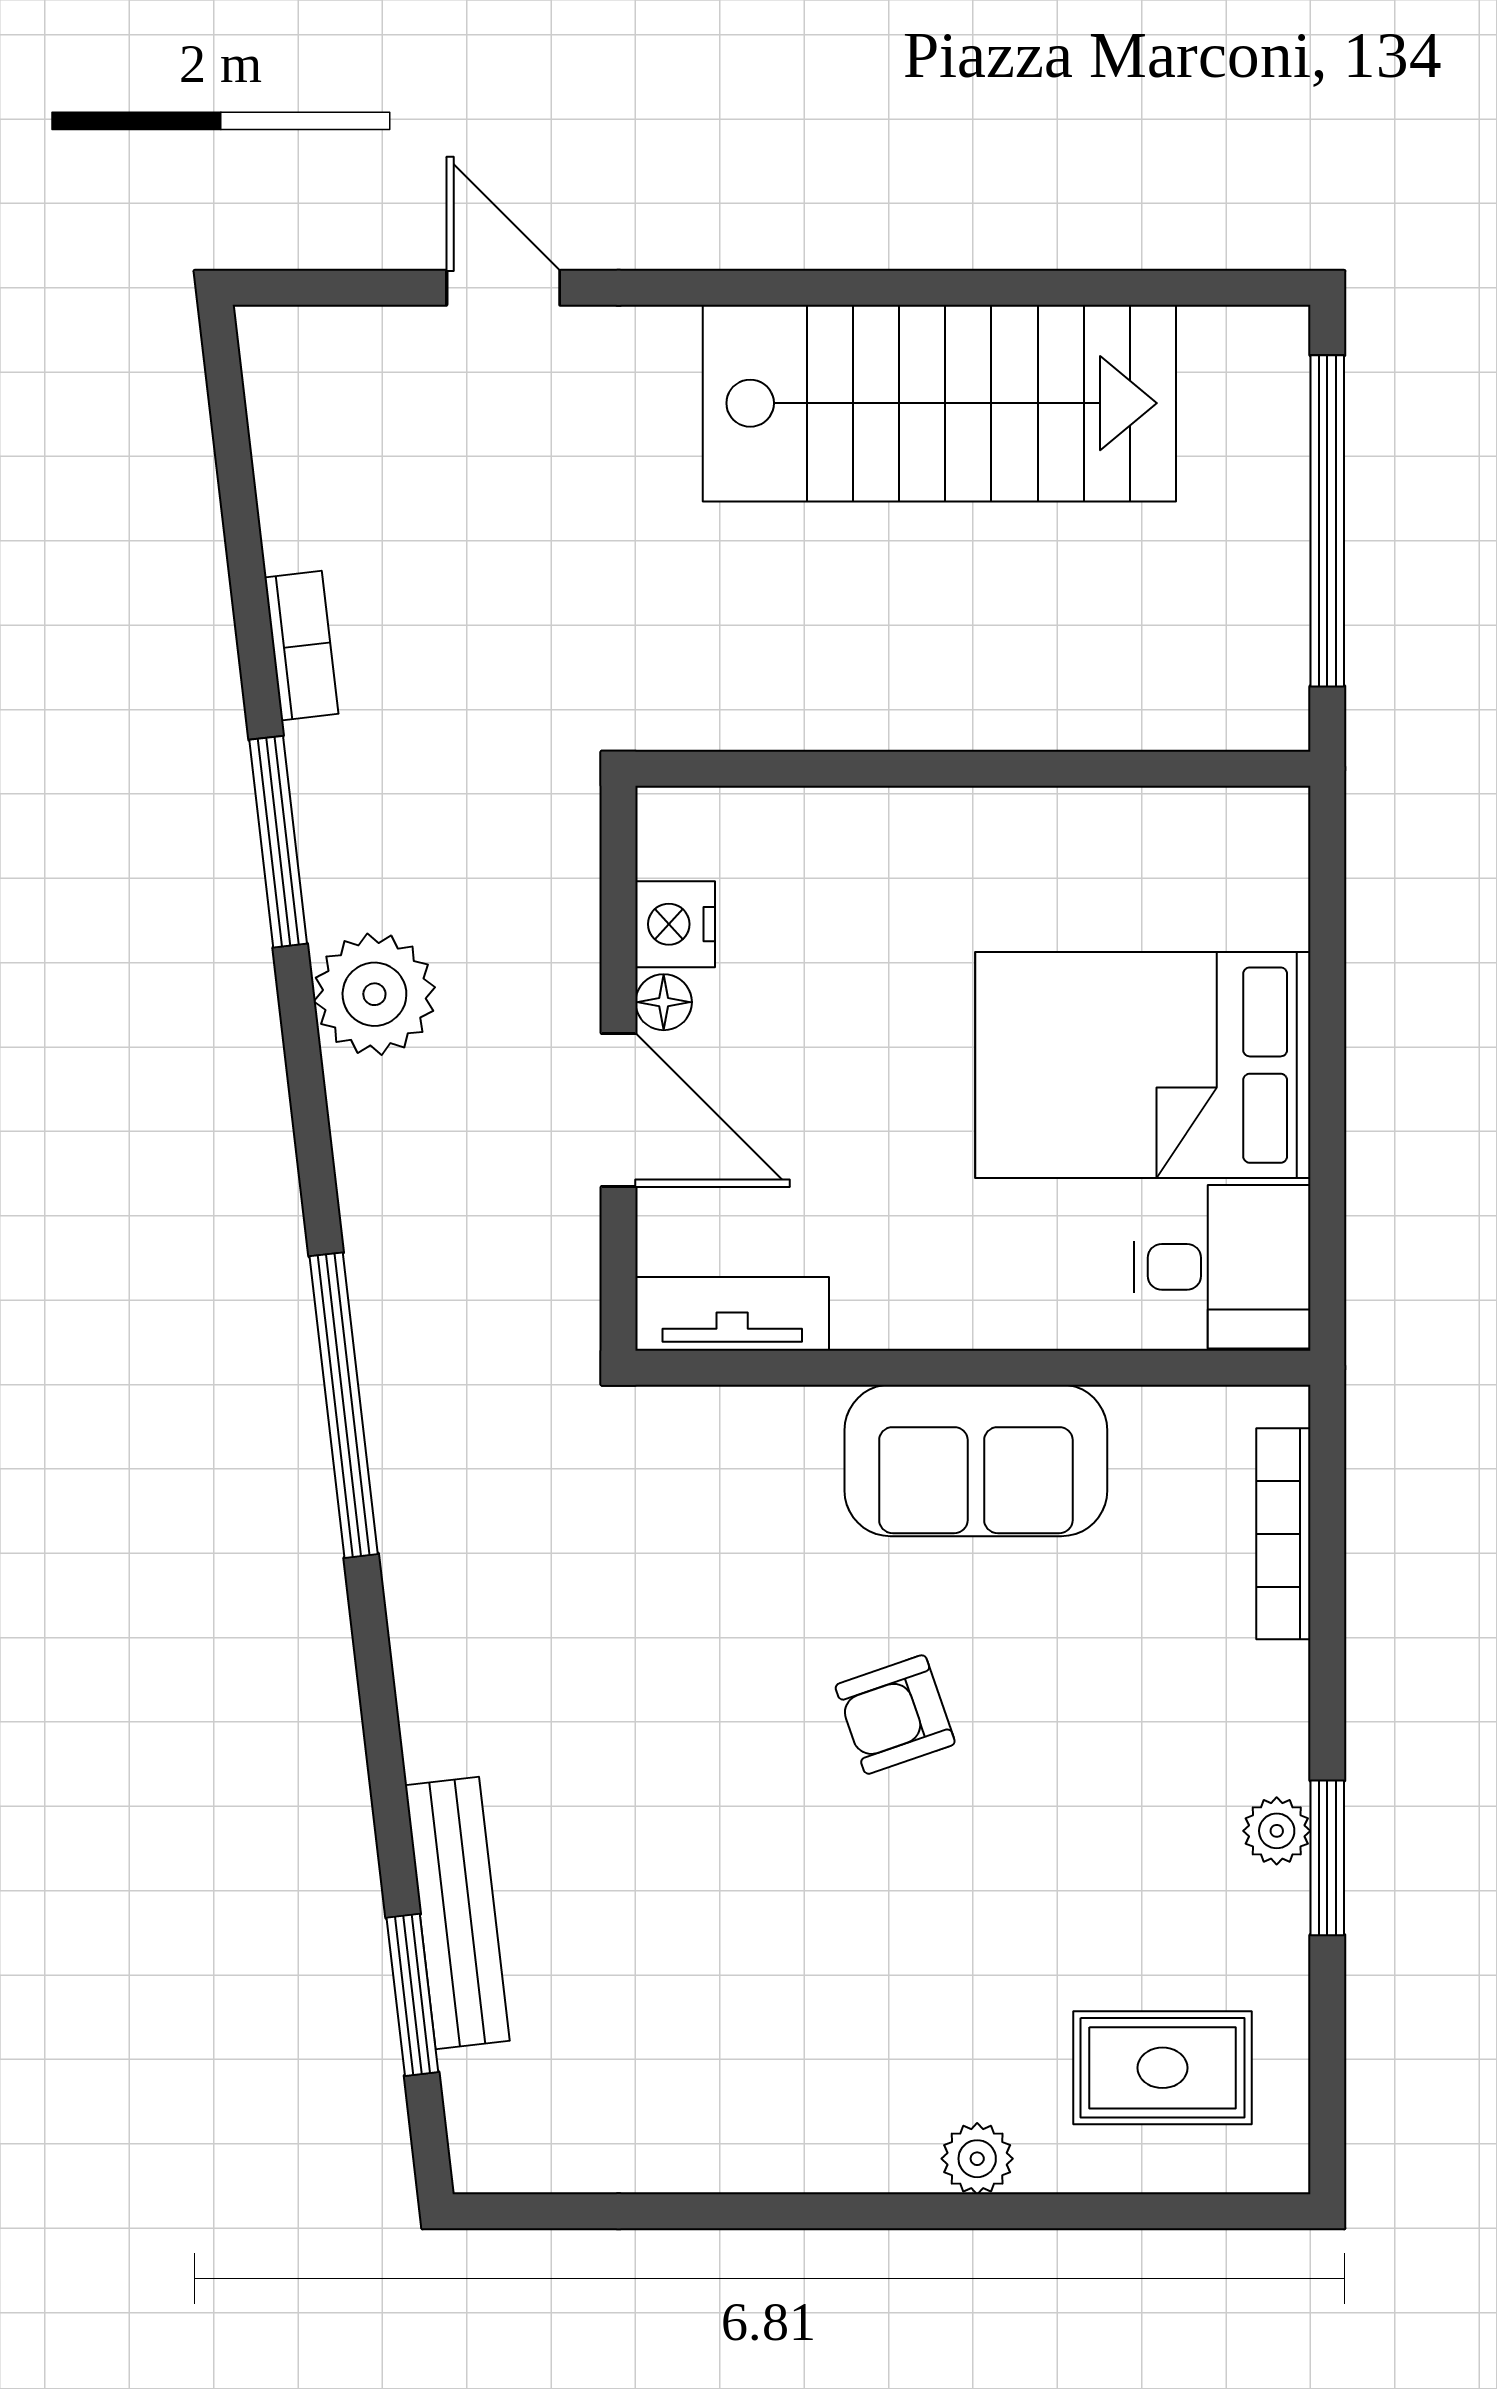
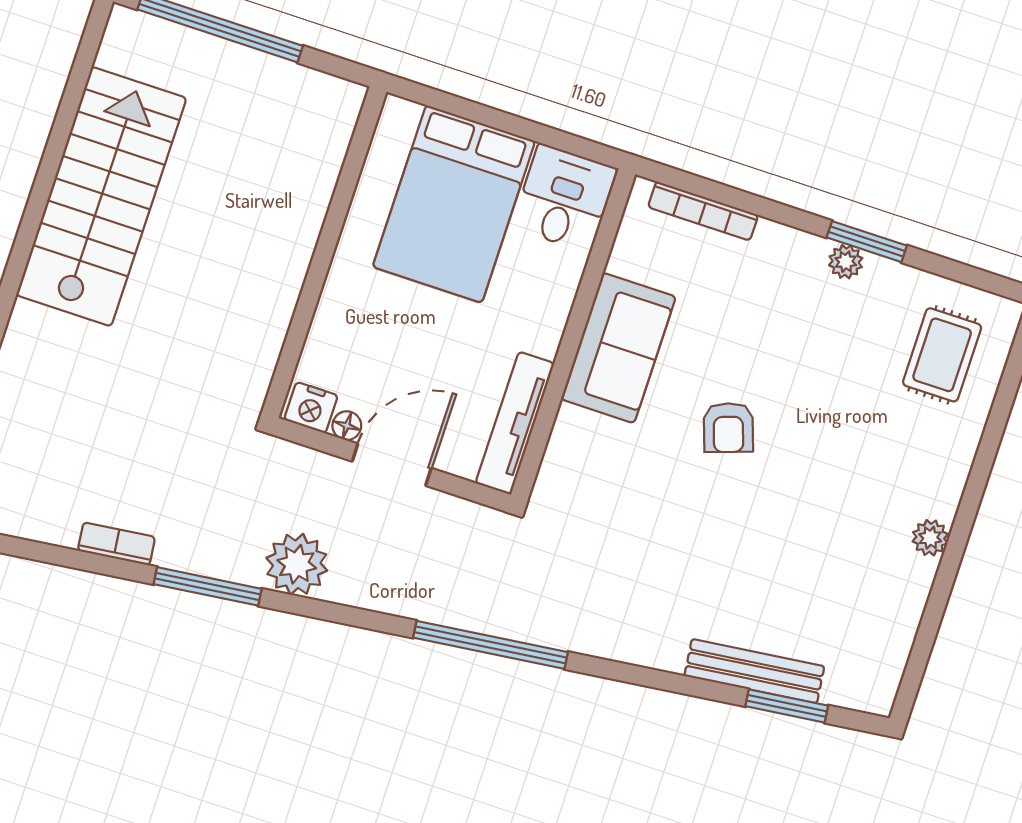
wall: (973, 769) -> (324, 252), moved
tv unit: (732, 1314) -> (515, 423), width x1.41
plant: (977, 2159) -> (930, 538), moved

